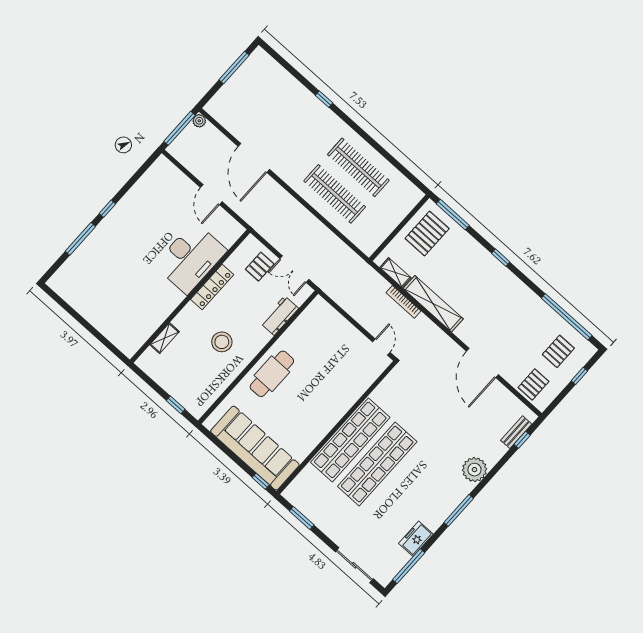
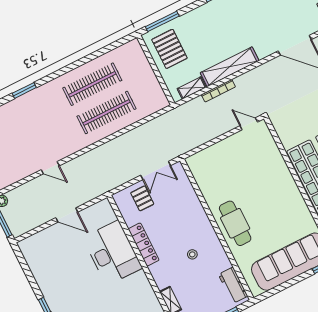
window: (324, 99) -> (24, 90), width x1.50
door: (254, 158) -> (50, 168), width x0.53
workbench: (279, 316) -> (233, 285), moved
stool: (222, 342) -> (192, 254), width x0.53, depth x0.53

